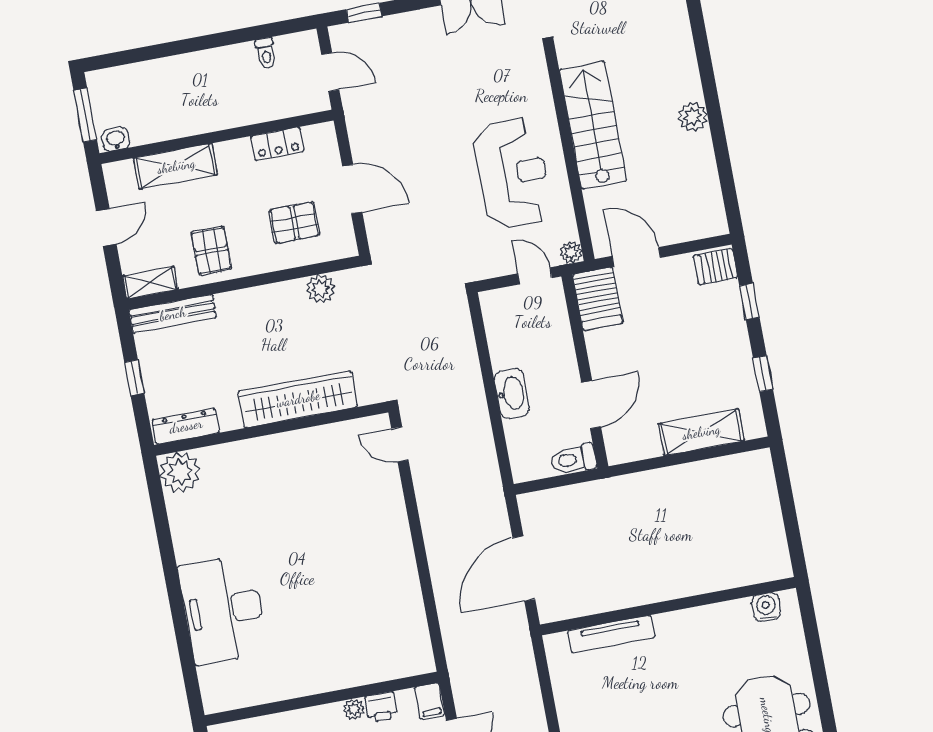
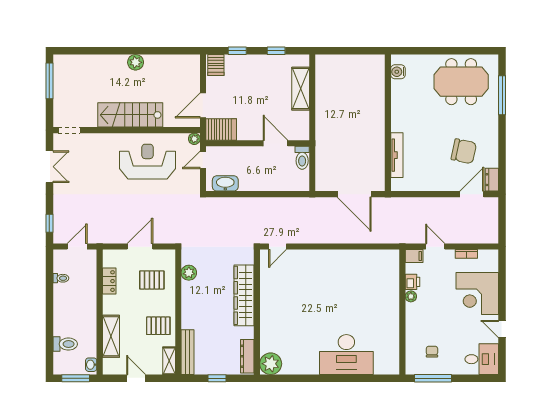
toilet: (145, 84) -> (65, 344), added
pallet: (294, 223) -> (152, 280), turned 90
washbasin: (512, 393) -> (225, 183), moved

